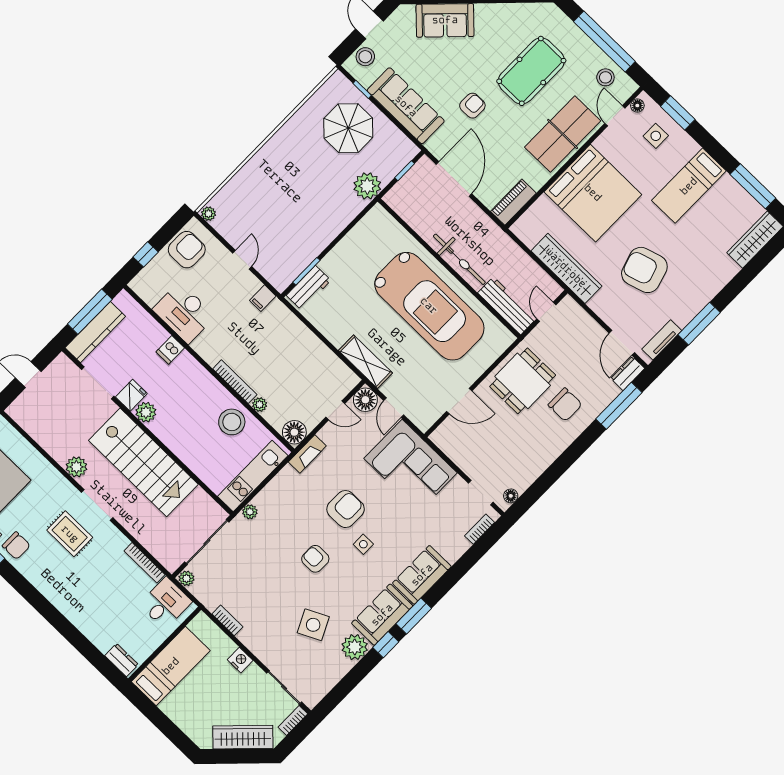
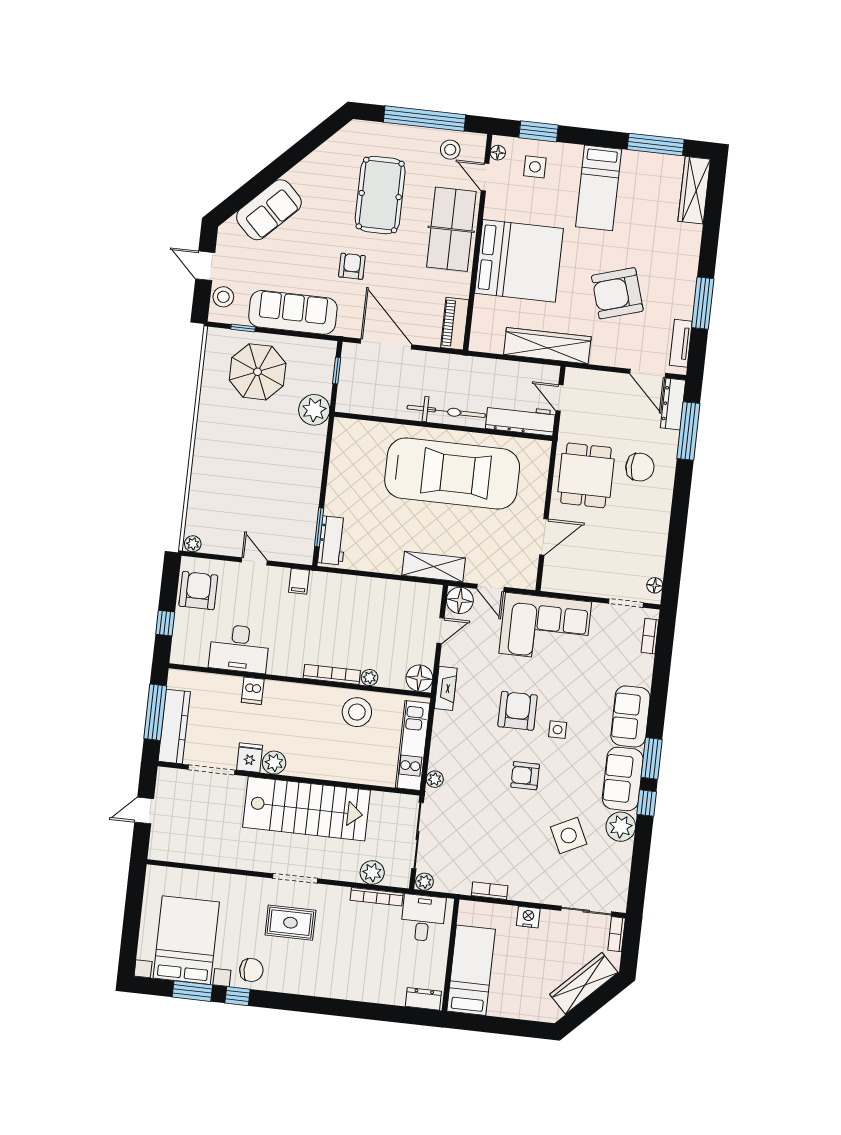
dresser: (628, 373) -> (673, 404), width x1.44
plant: (76, 467) -> (372, 873), moved

